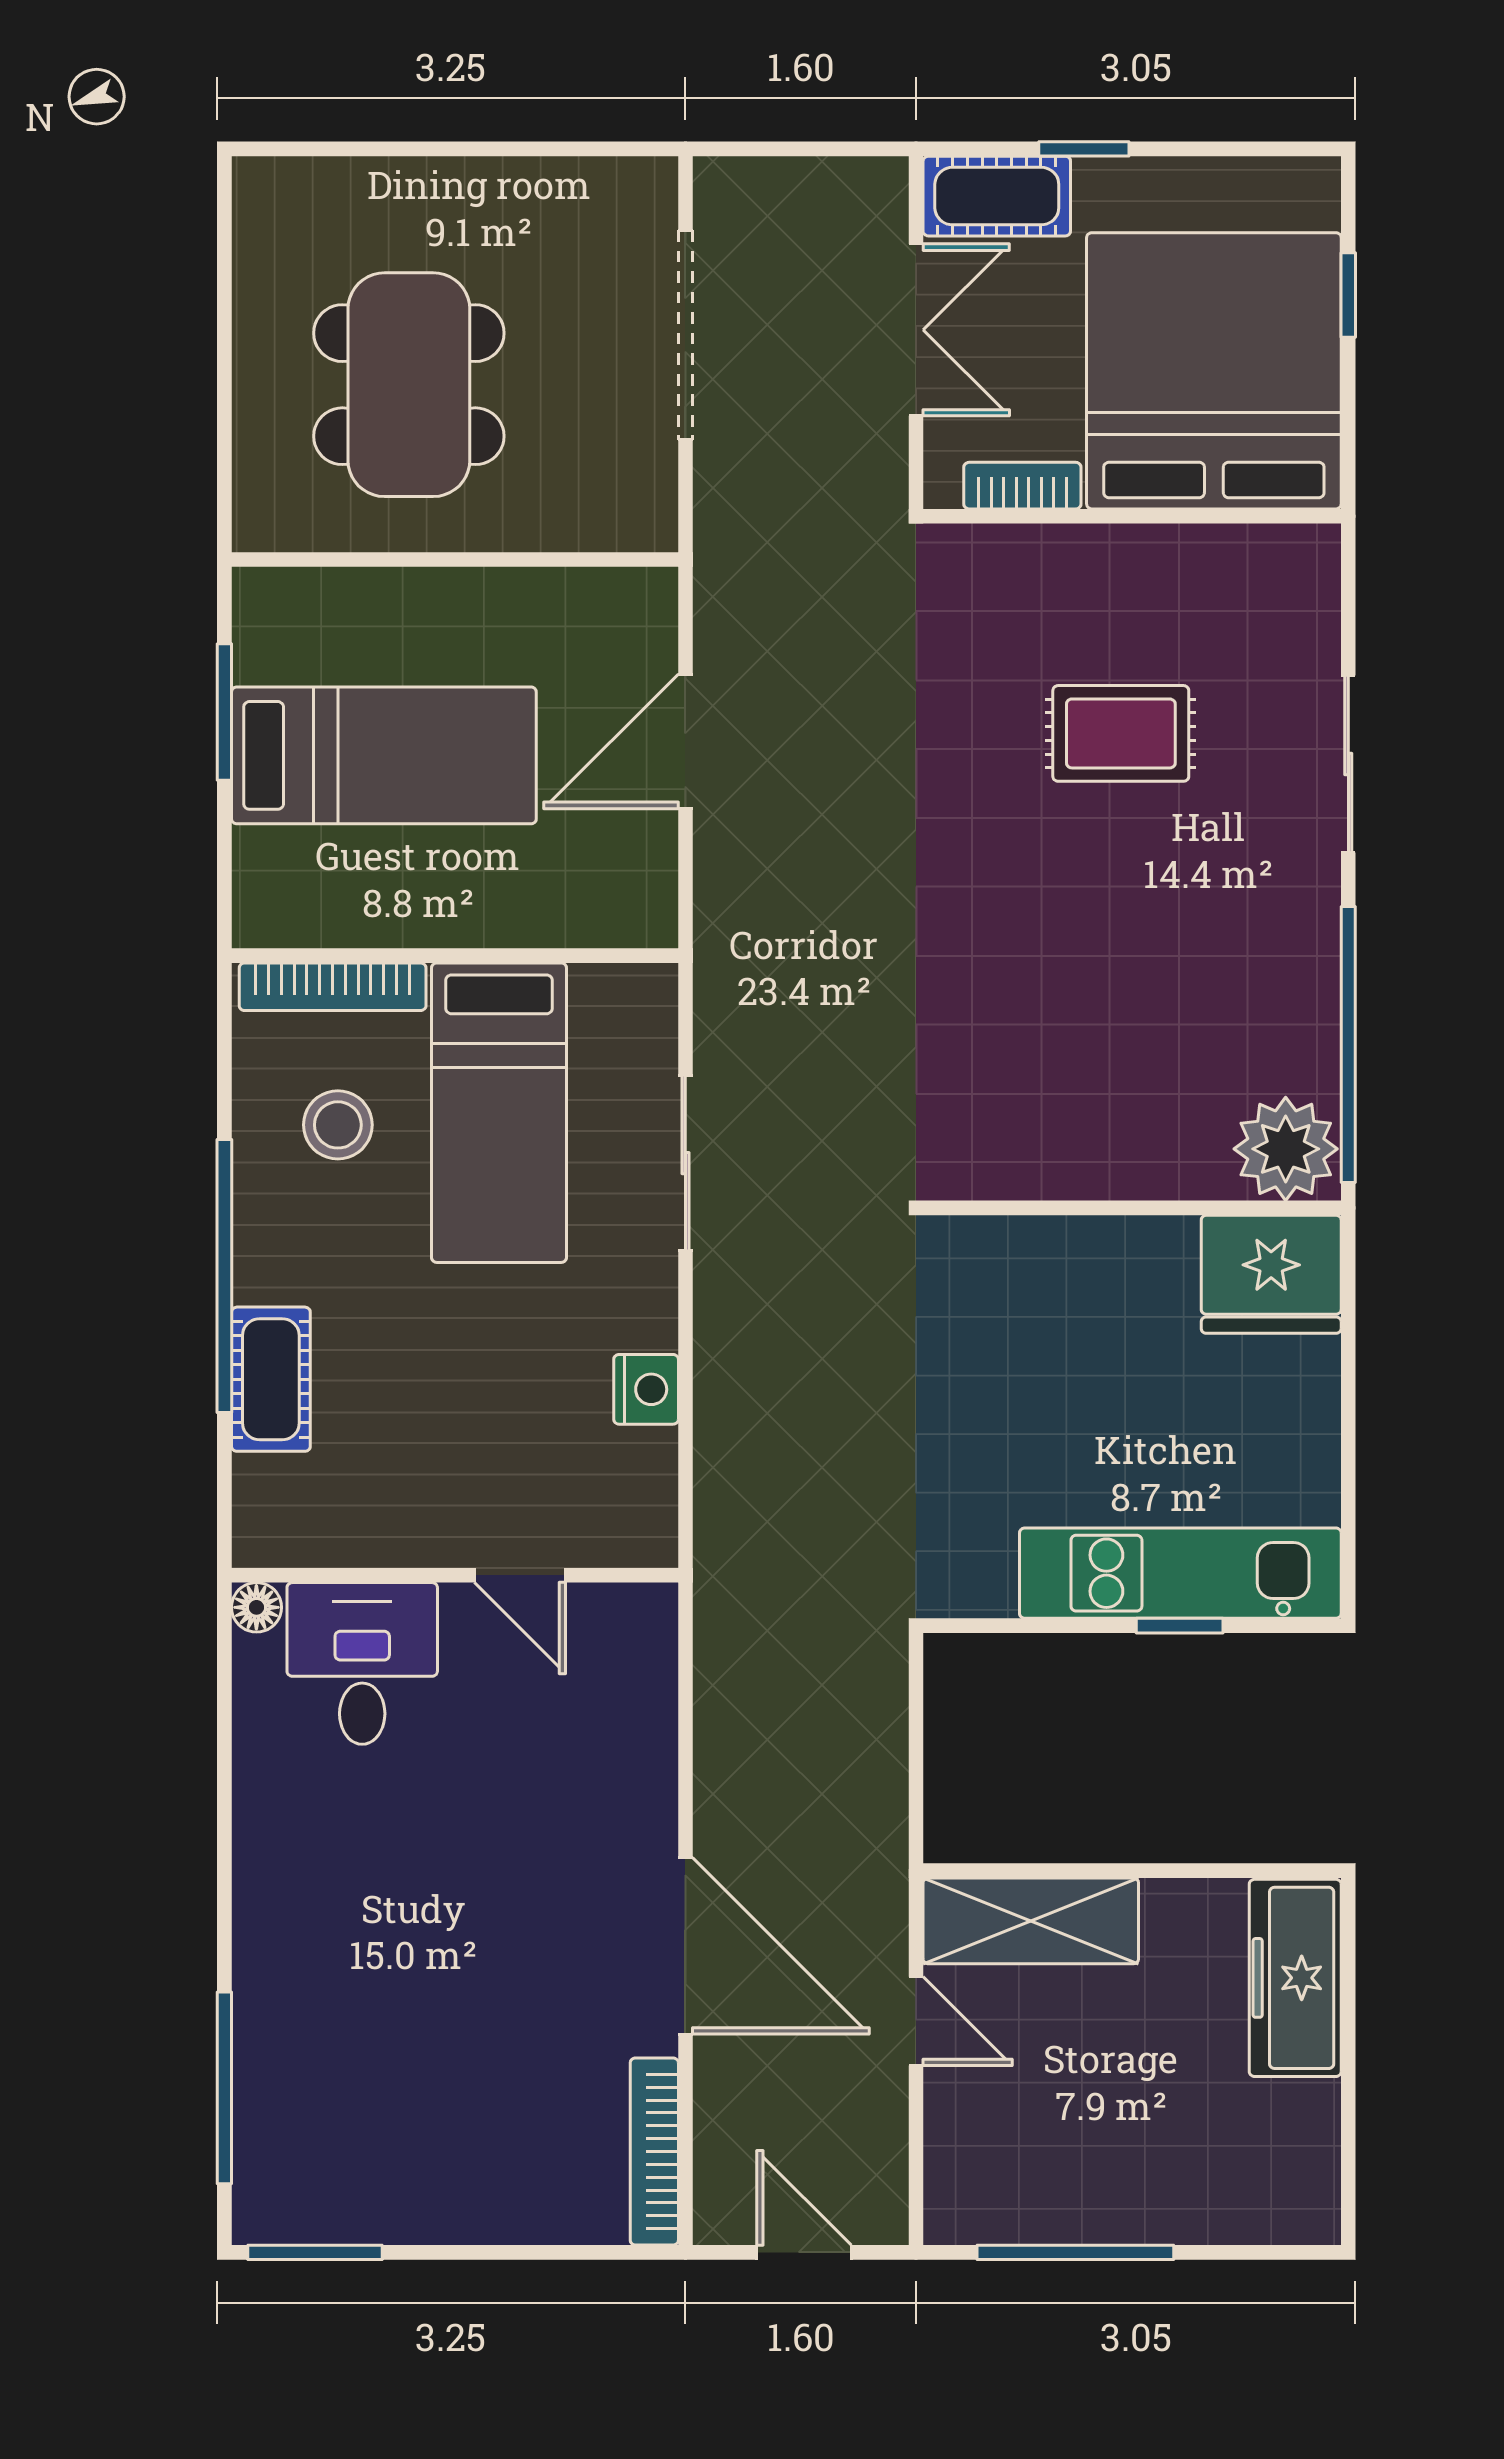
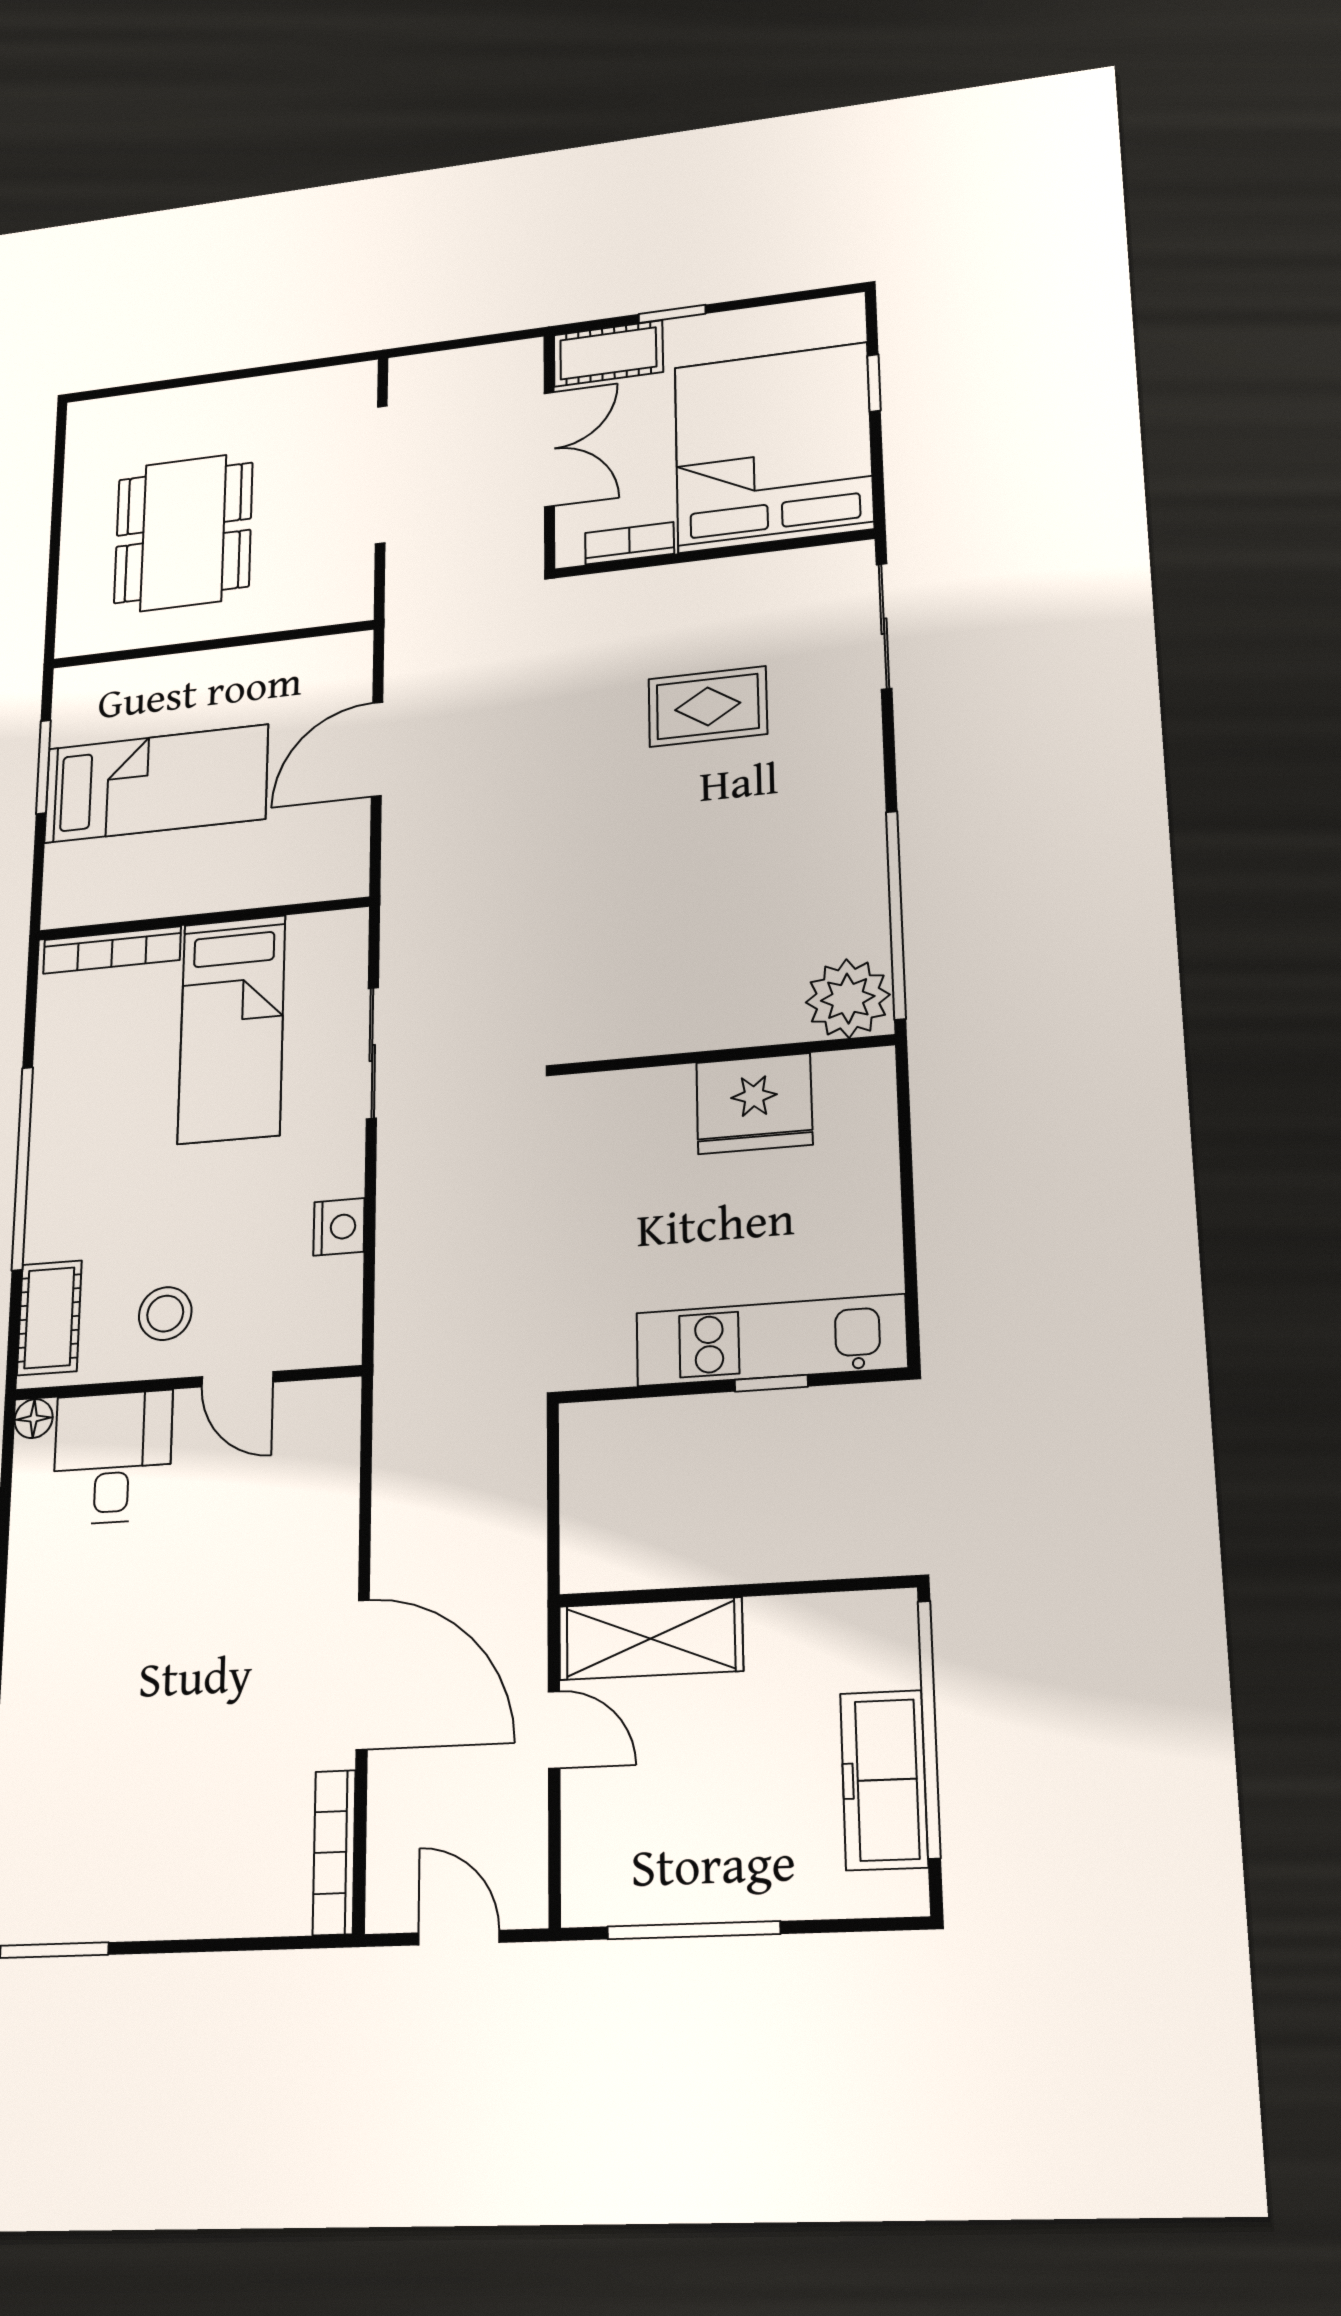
sliding door: (1348, 764) -> (884, 626), moved
stool: (338, 1125) -> (165, 1314), moved
fridge: (1271, 1274) -> (754, 1103), moved
cot: (271, 1379) -> (49, 1318), moved
freezer: (1295, 1978) -> (884, 1780), moved
window: (1348, 2039) -> (929, 1728), added

